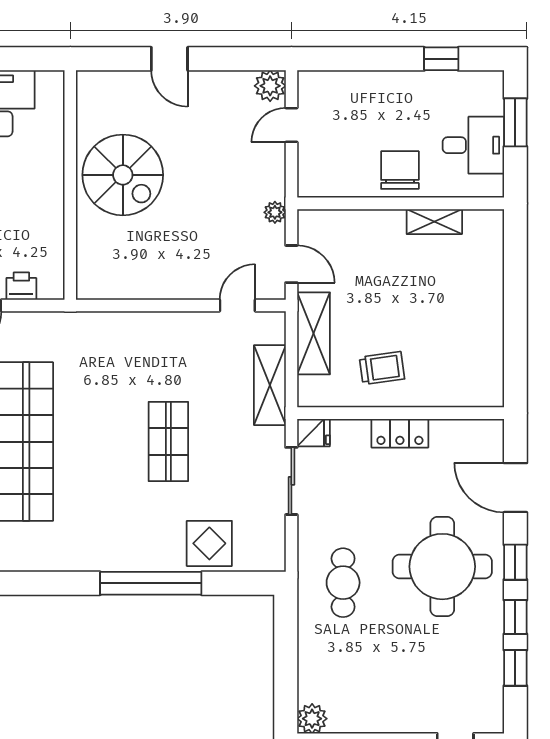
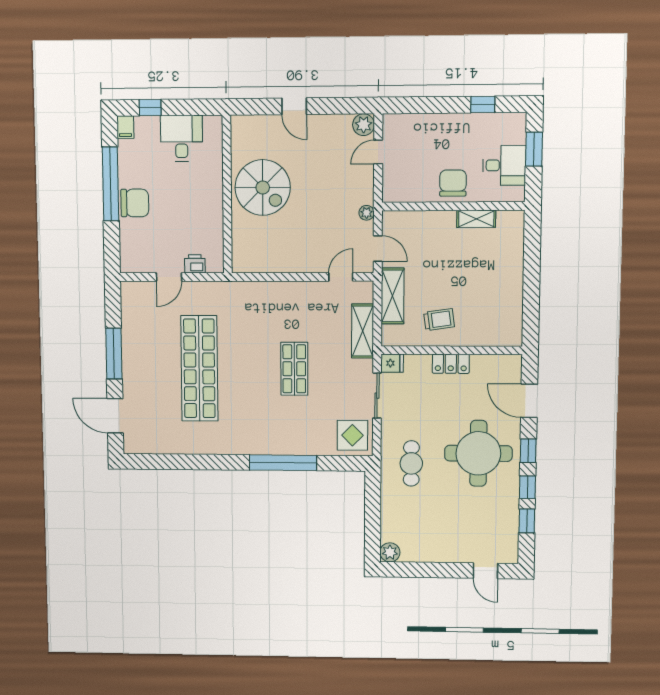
display table: (209, 543) -> (352, 435), moved

